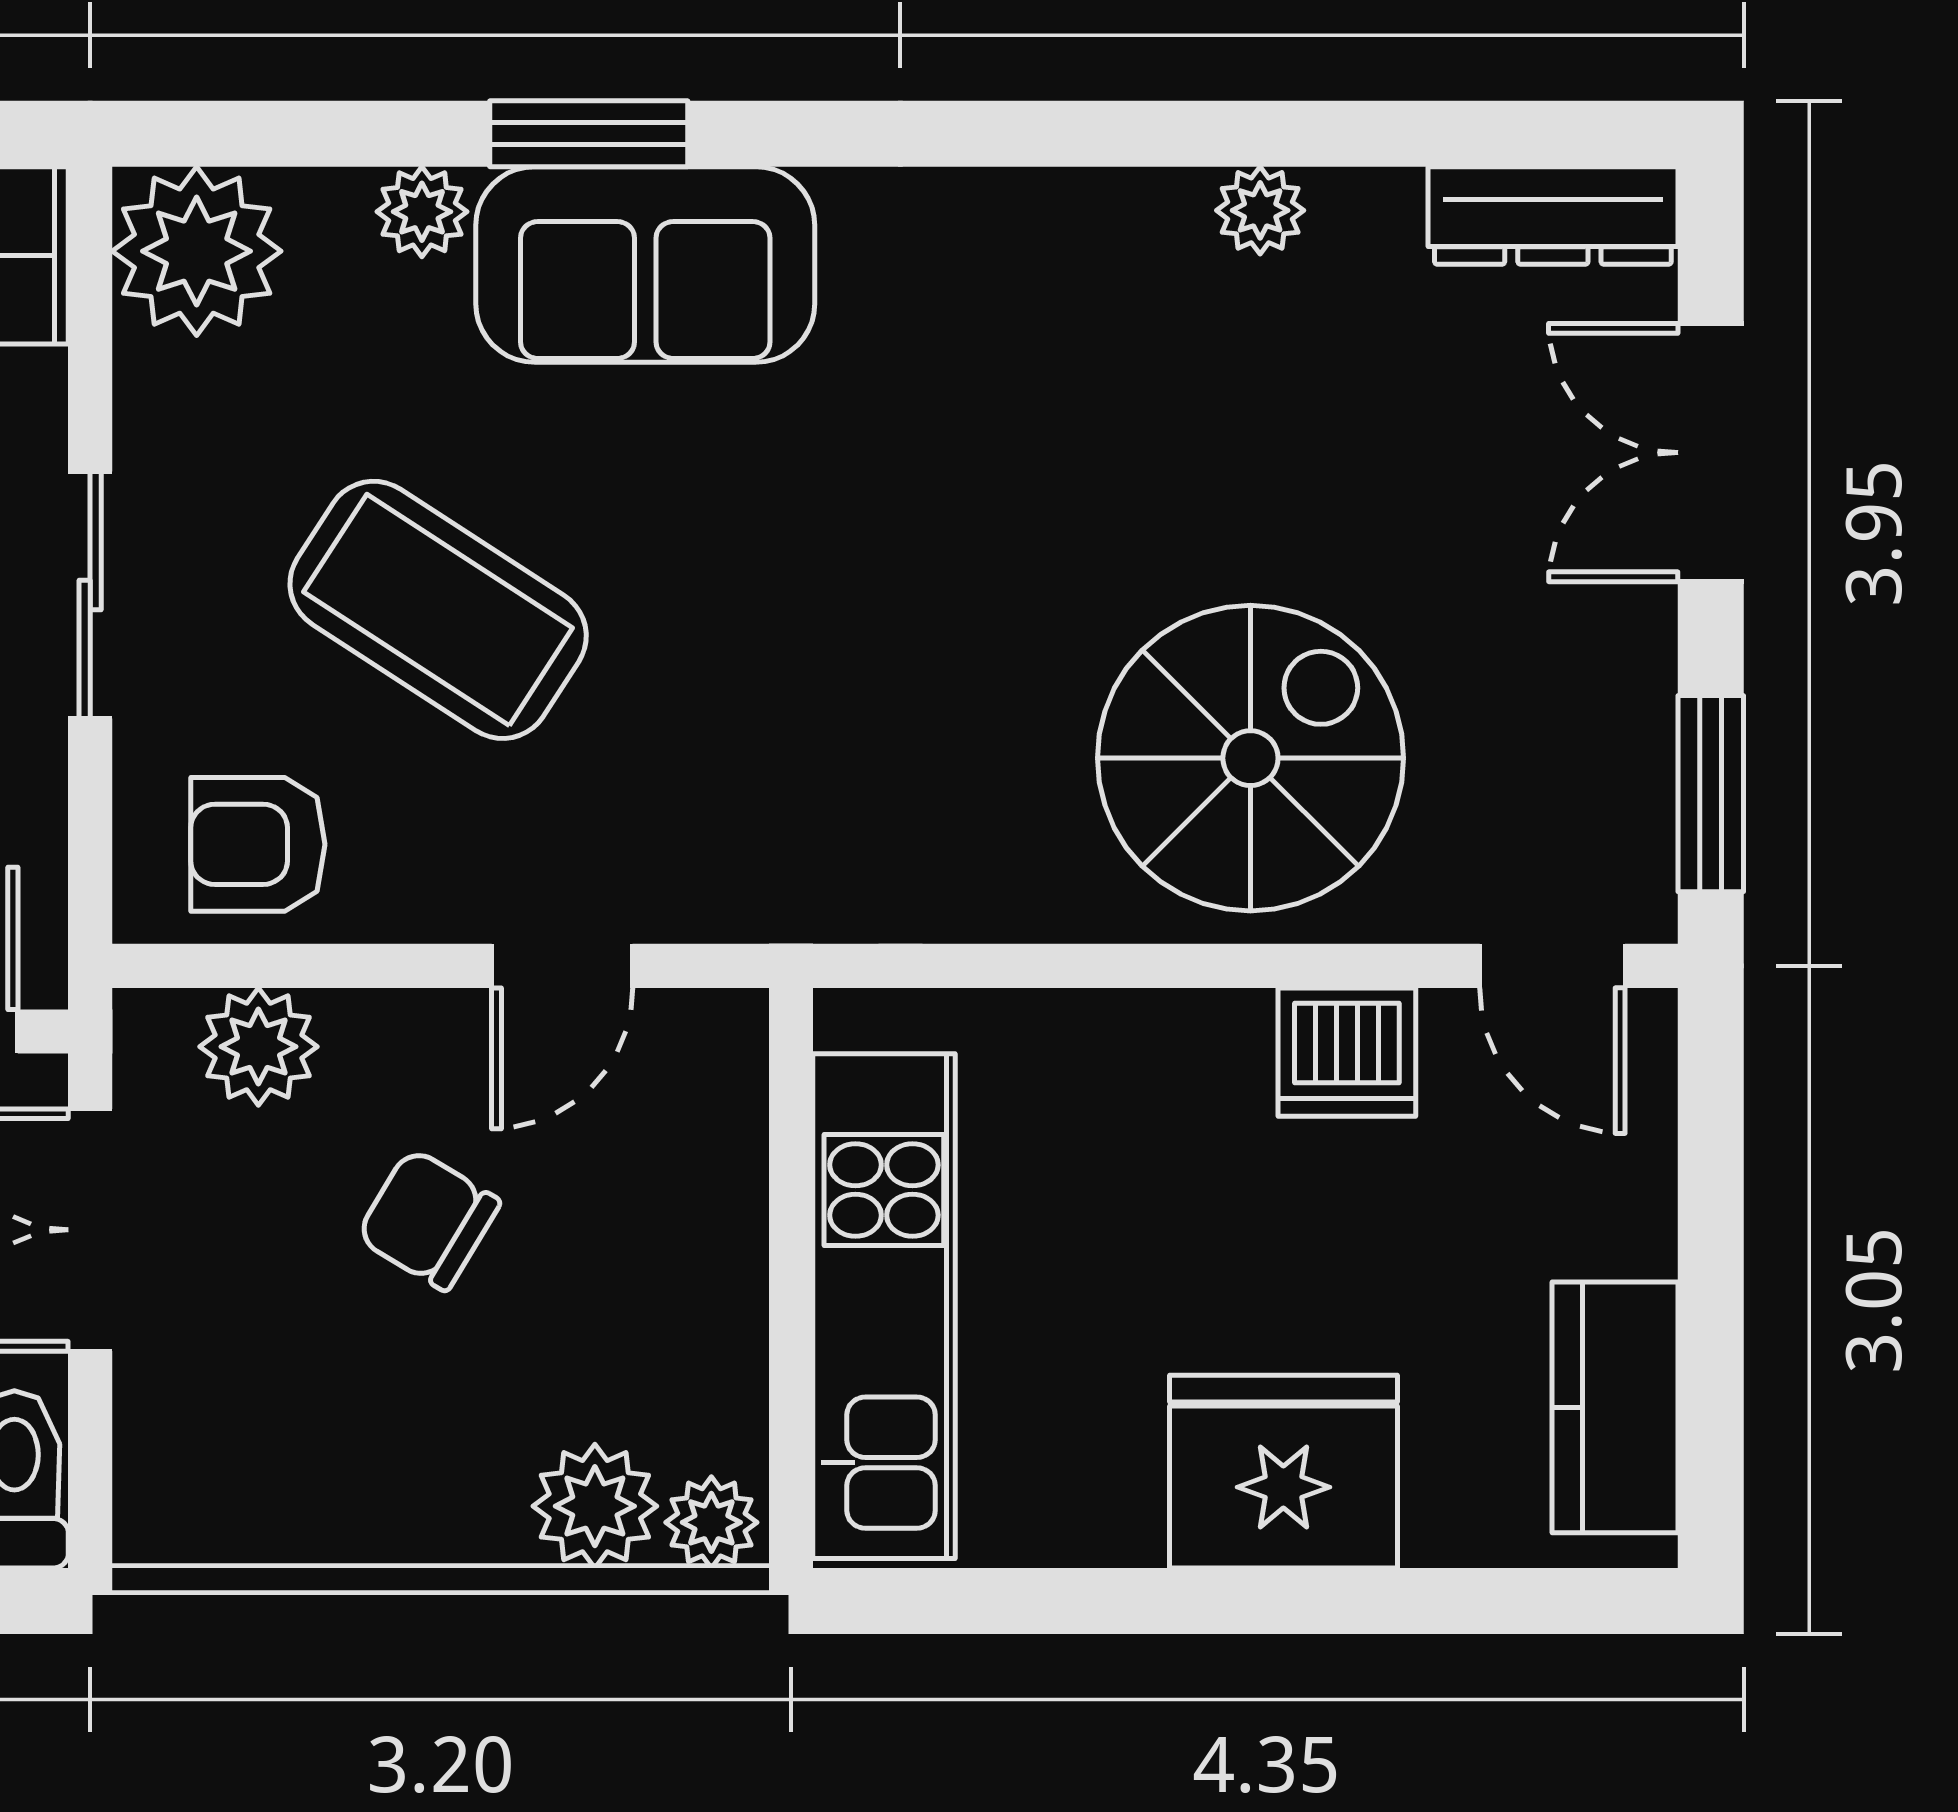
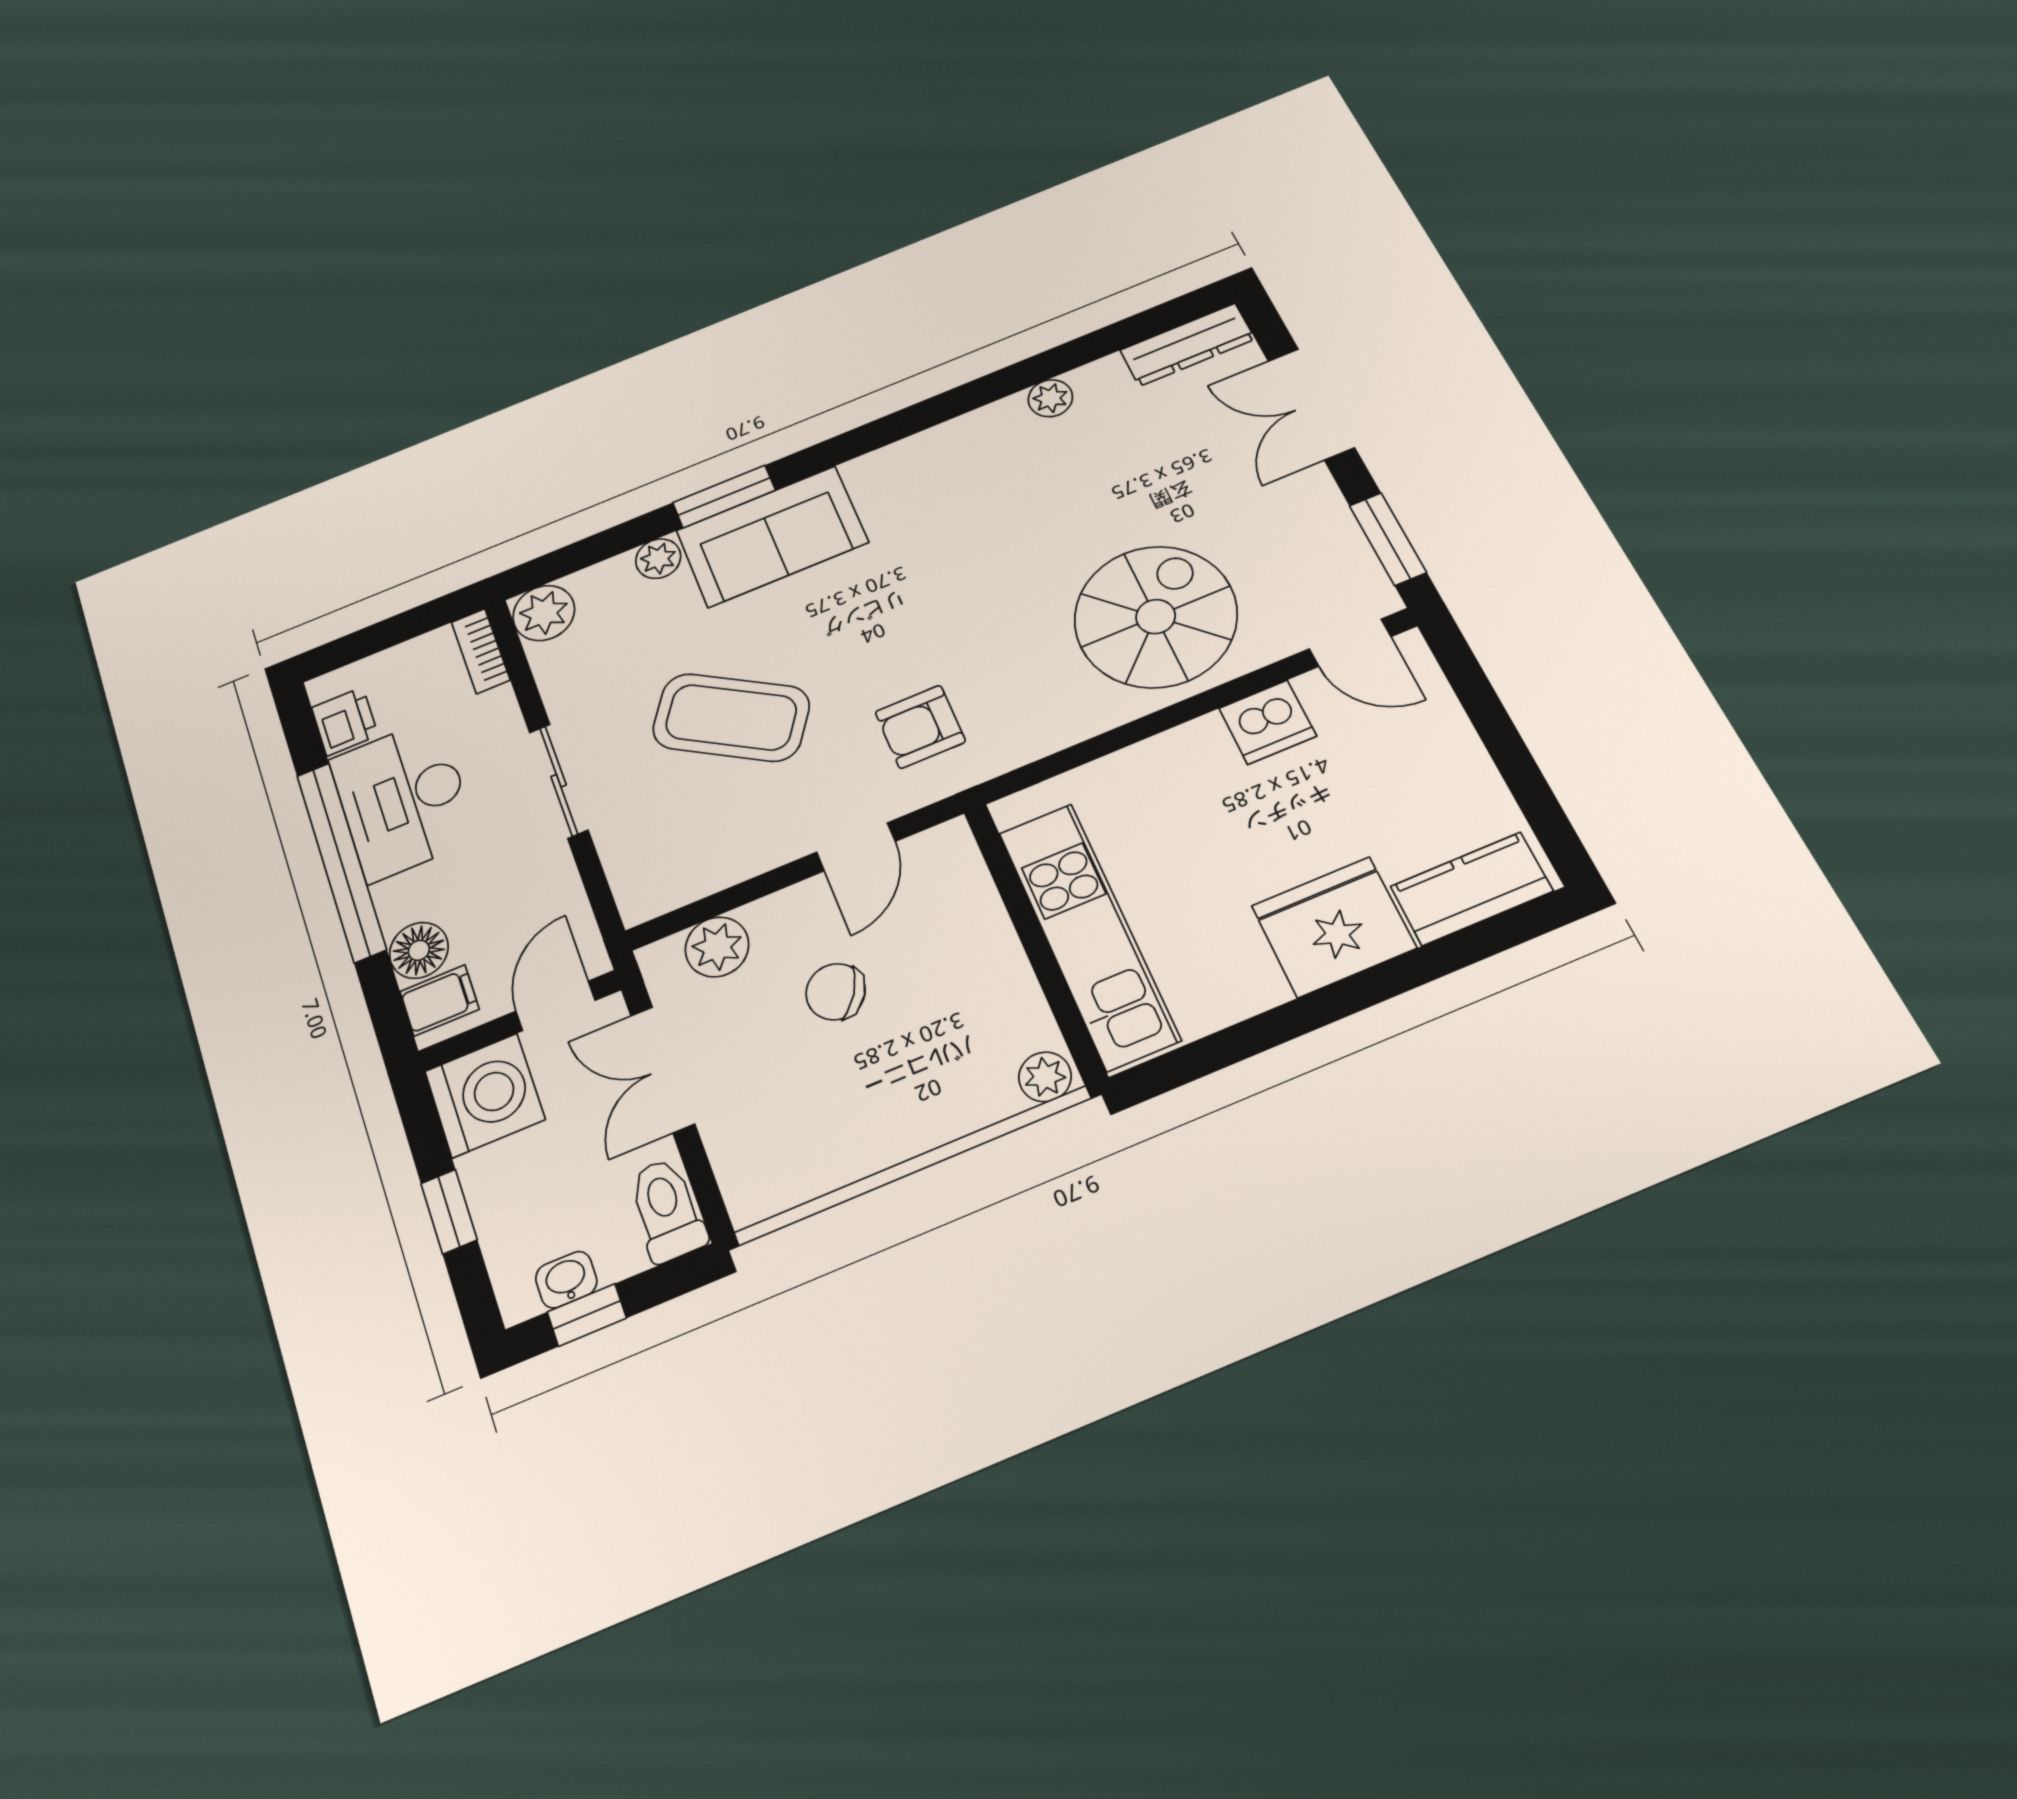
plant: (197, 251) -> (544, 613), width x0.73, depth x0.73
armchair: (258, 844) -> (920, 727), moved
kitchen counter: (1615, 1407) -> (1472, 889), moved, turned 90
plant: (595, 1506) -> (980, 1094), removed

